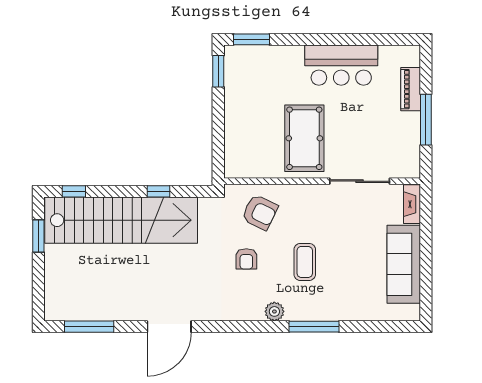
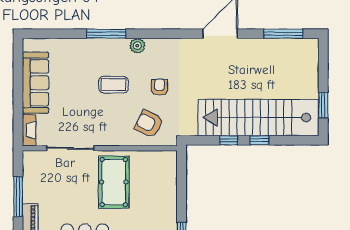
window: (74, 191) -> (259, 140), moved
coffee table: (305, 262) -> (113, 85), turned 90

